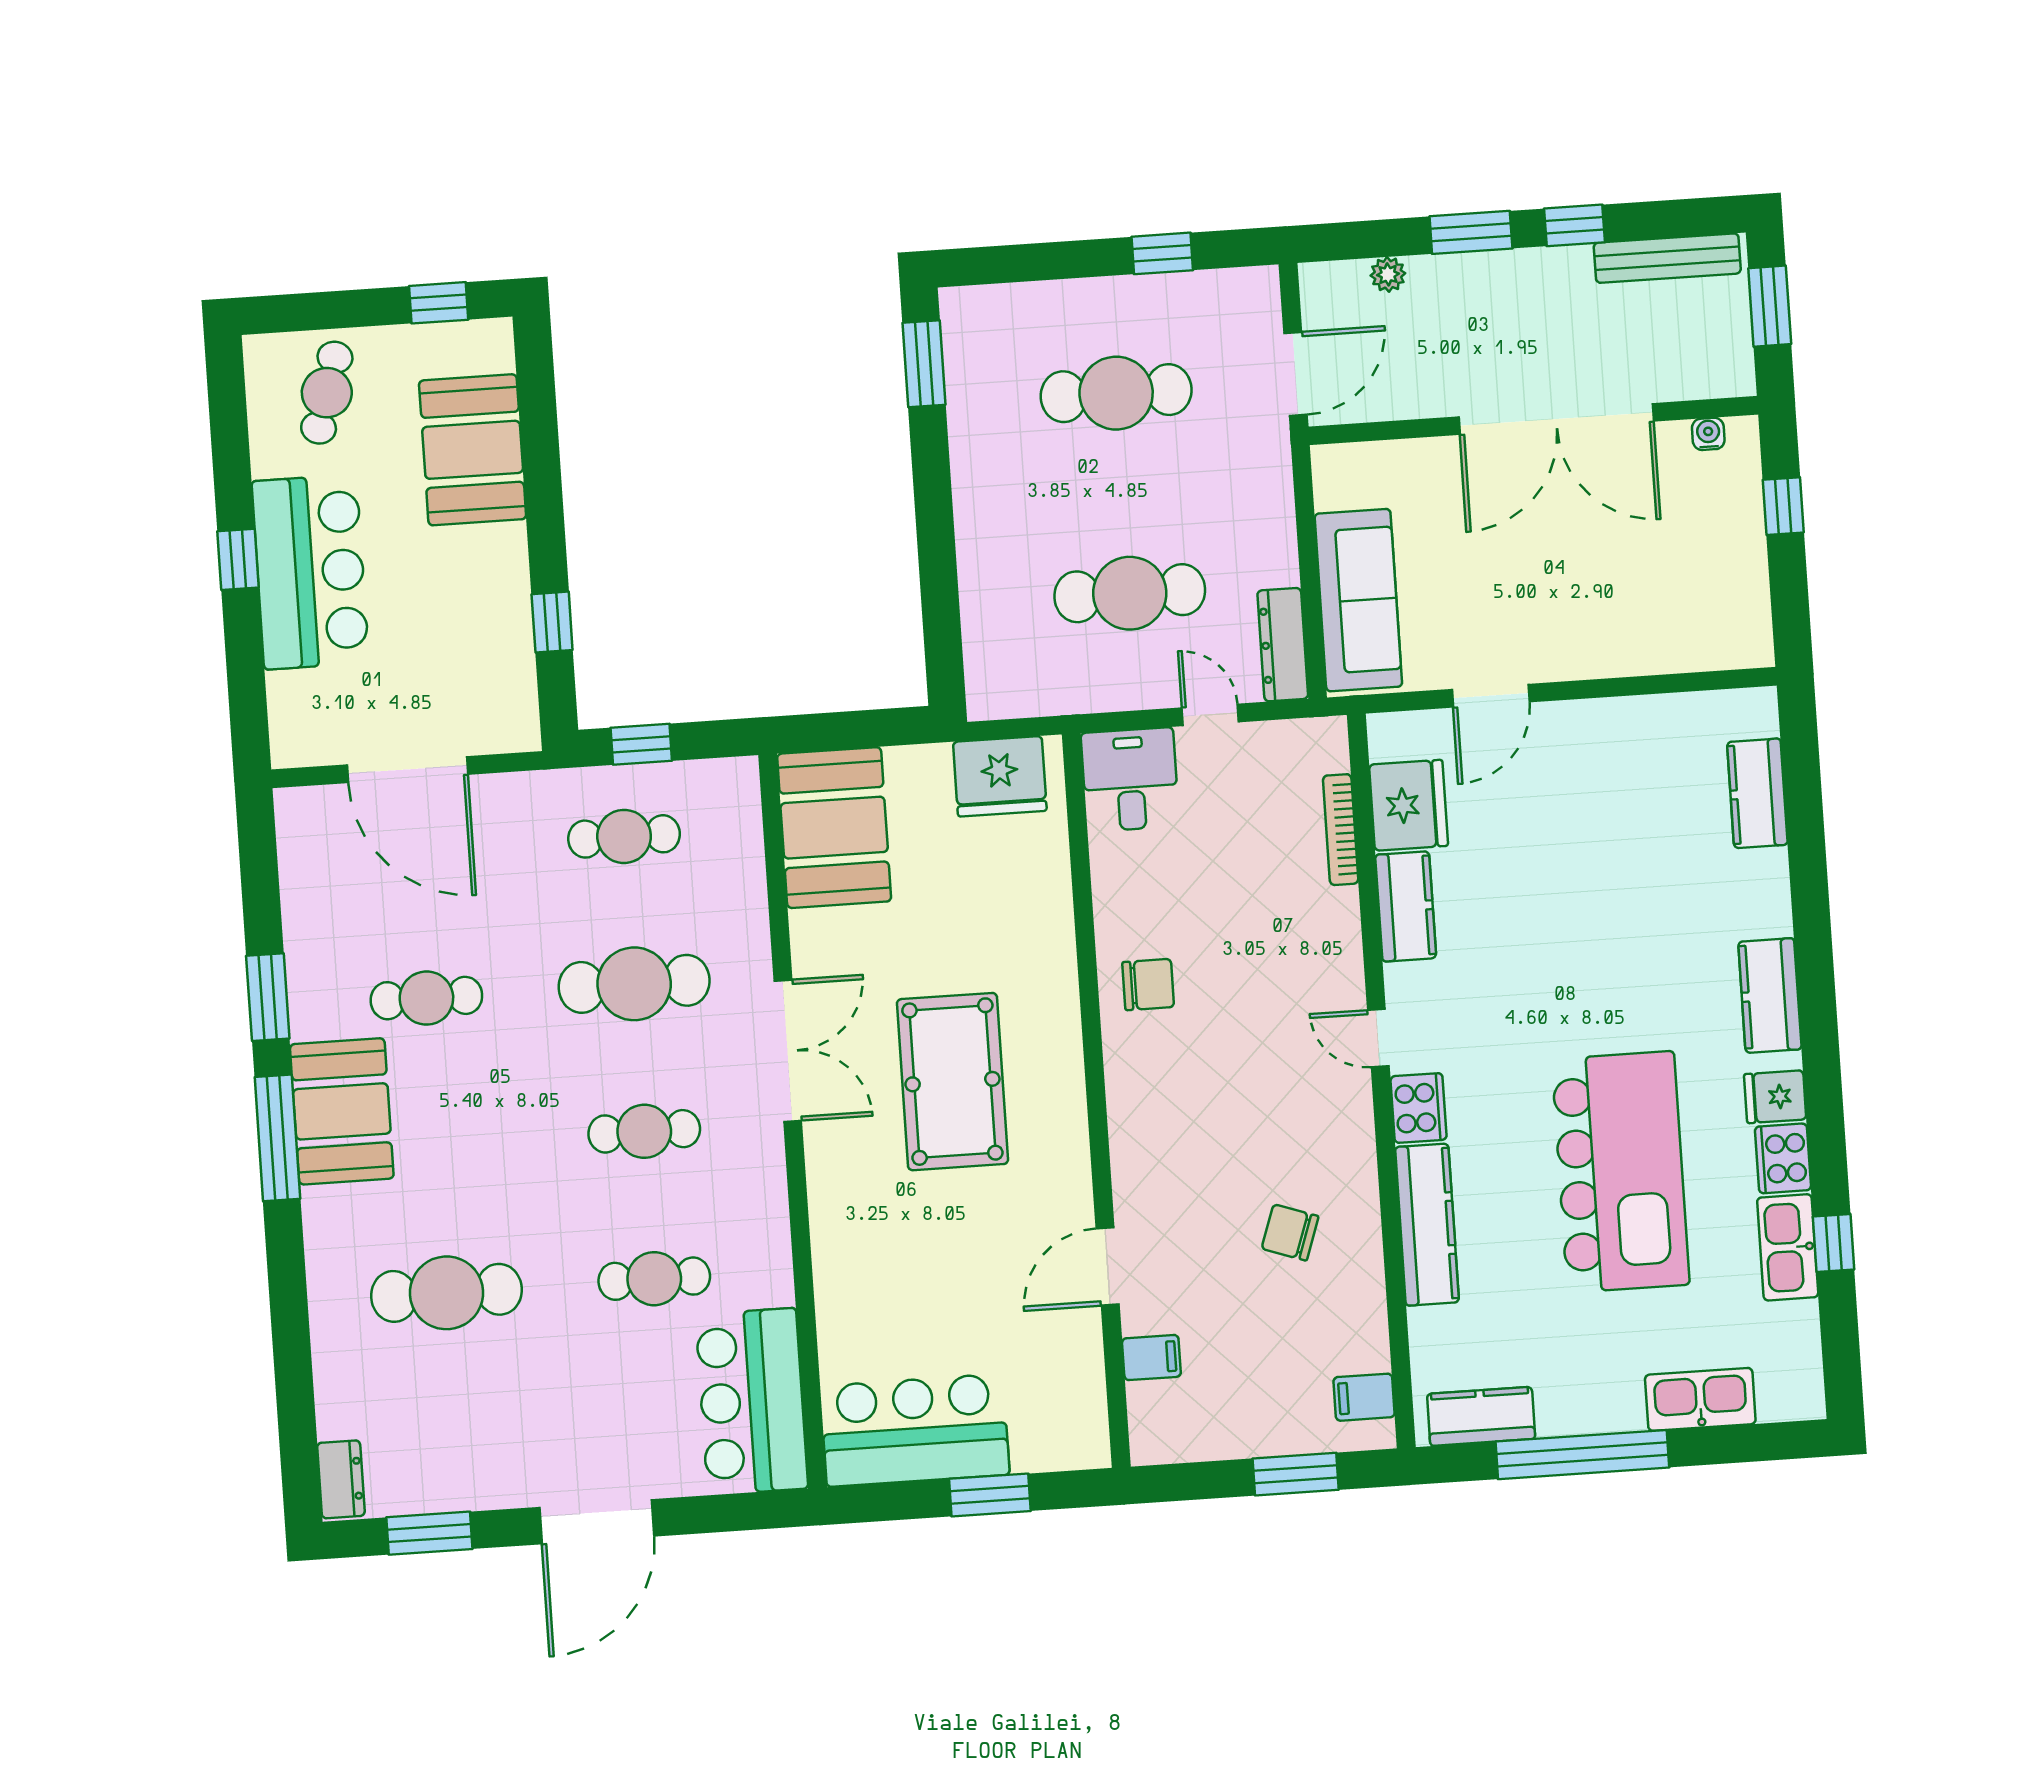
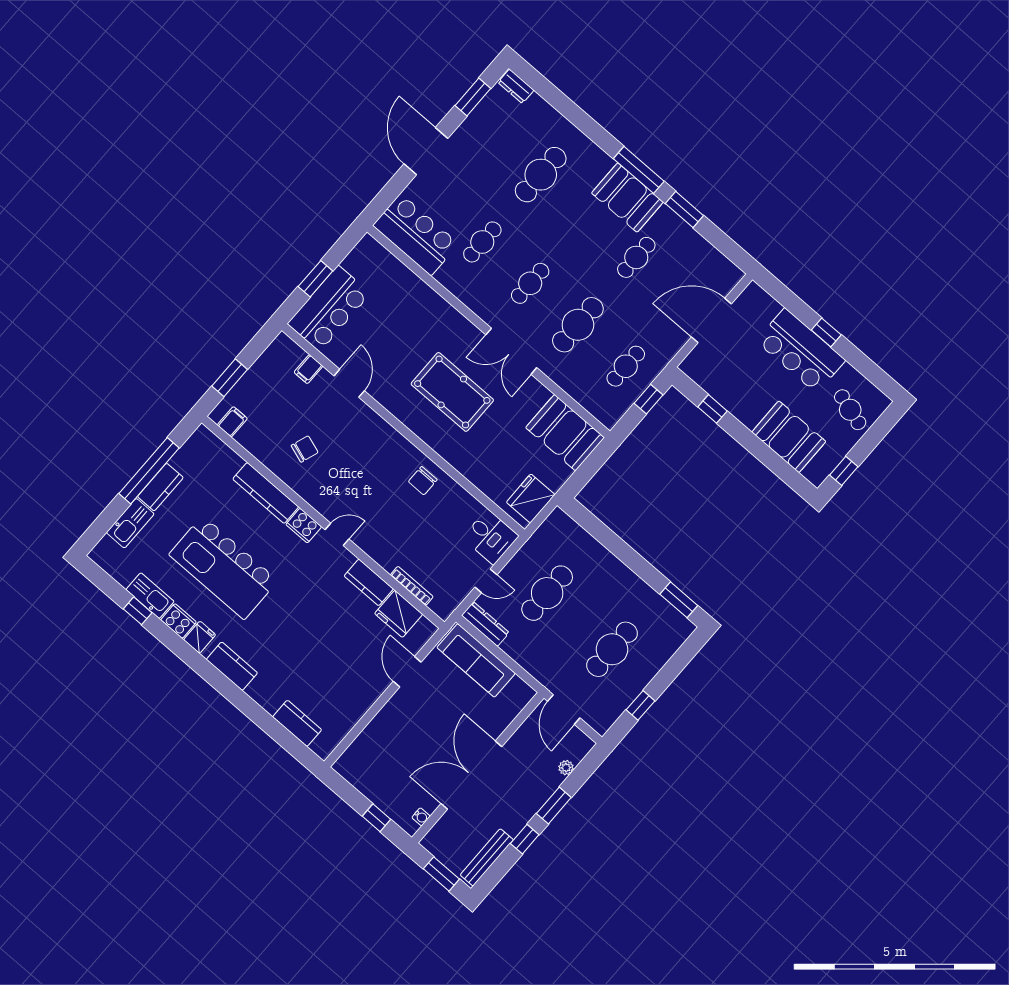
kitchen counter: (1481, 1416) -> (160, 487), moved
bar counter: (915, 1430) -> (329, 309), moved

